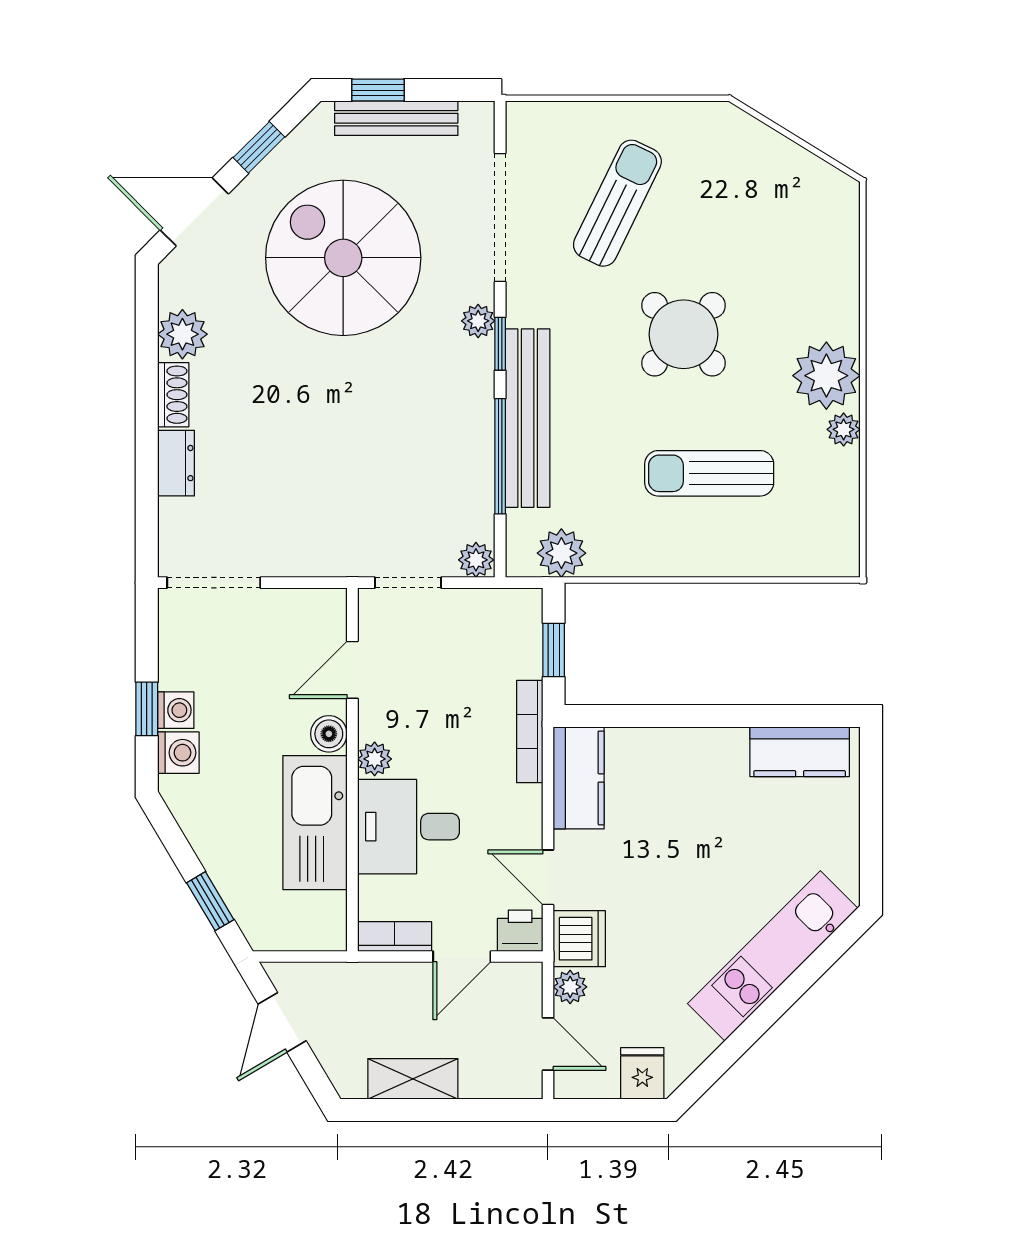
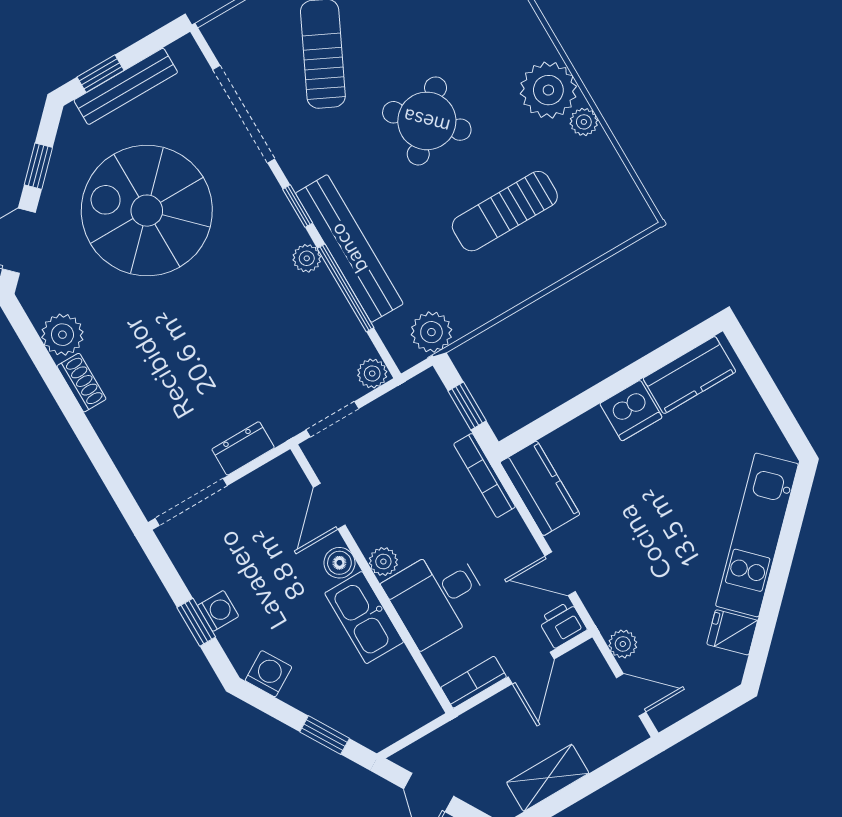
plant: (478, 321) -> (307, 258), moved
dresser: (176, 463) -> (243, 448), moved, turned -90
washing machine: (178, 753) -> (268, 674), moved, turned -31
kitchen sink: (315, 823) -> (364, 618), width x0.73, depth x0.81
dishwasher: (579, 939) -> (631, 411), moved, turned 90
fridge: (642, 1073) -> (732, 632), moved, turned -45

